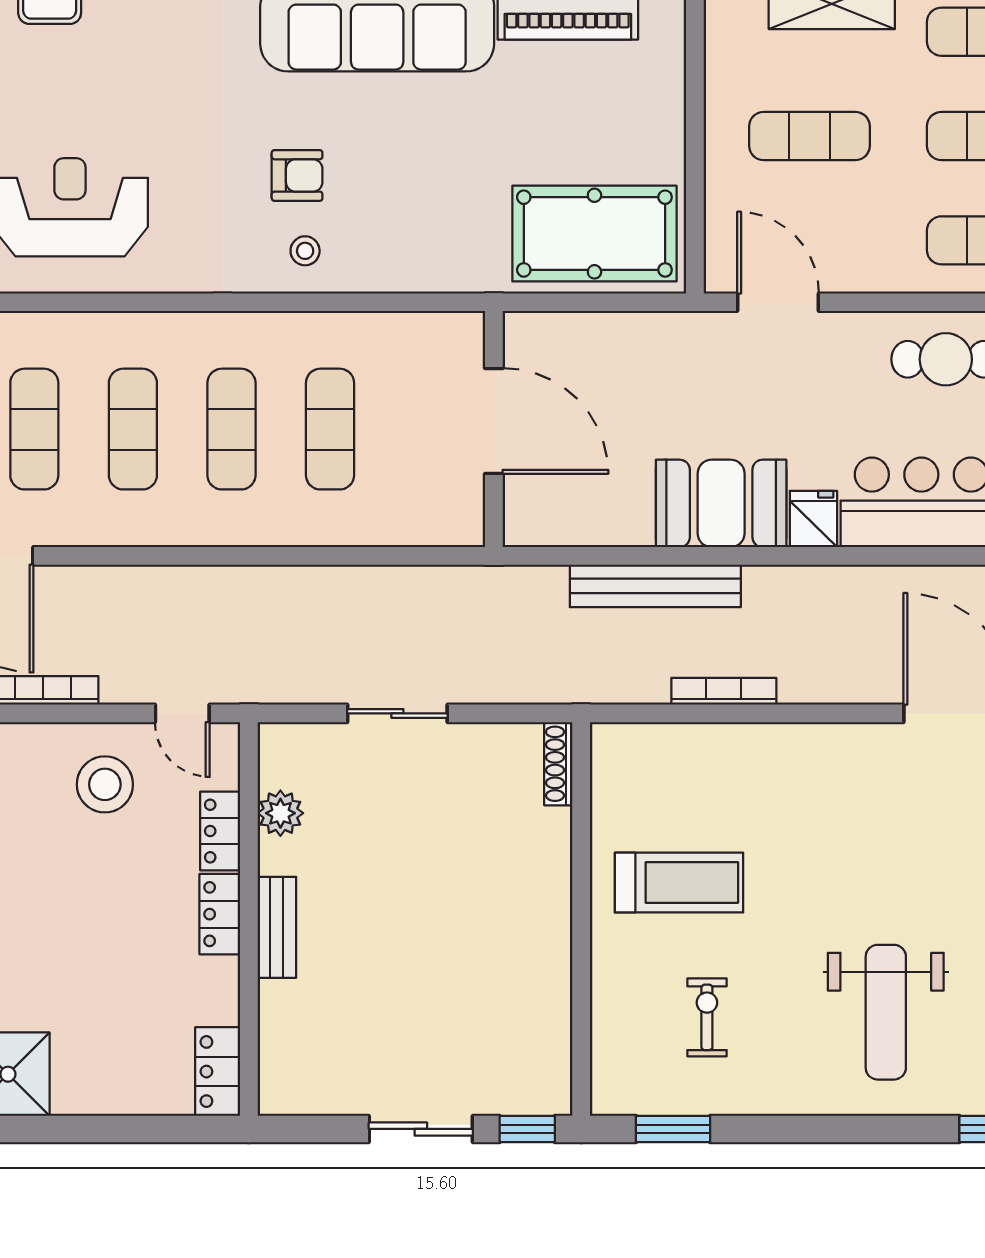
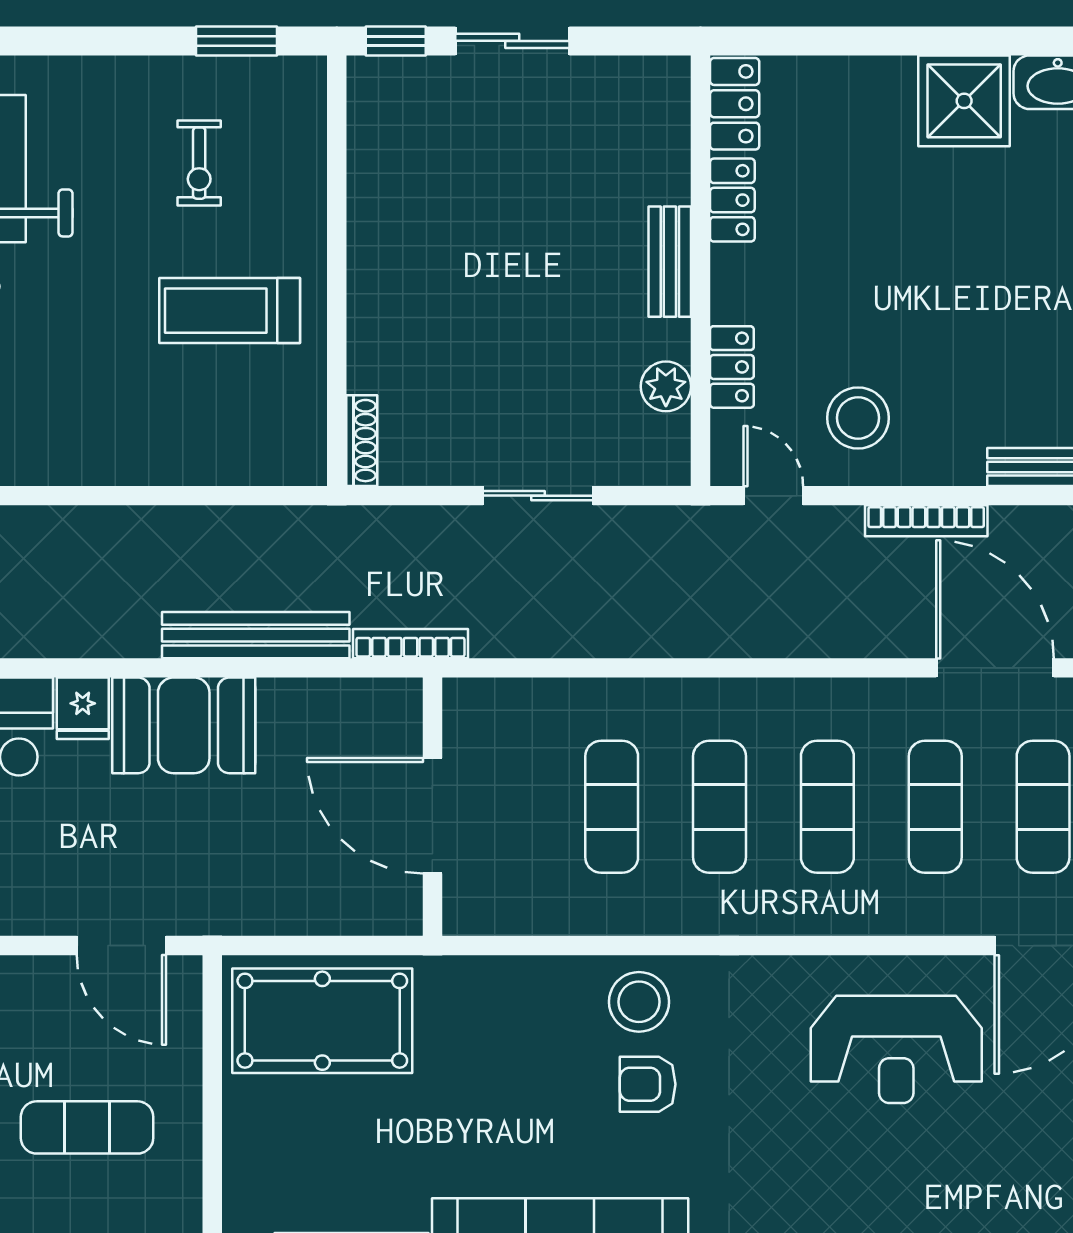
stool: (305, 251) -> (639, 1002), width x1.89, depth x1.89
bookcase: (724, 691) -> (410, 644), moved, turned 180
locker: (220, 914) -> (732, 200), moved

